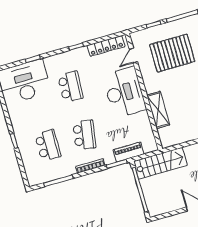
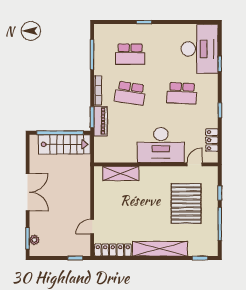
locker: (106, 46) -> (212, 140), width x0.66
door: (133, 56) -> (195, 164), hinge flipped
shelving: (158, 110) -> (121, 173), moved
piano: (129, 152) -> (101, 121), moved
stairs: (160, 163) -> (64, 144), moved, turned -90

